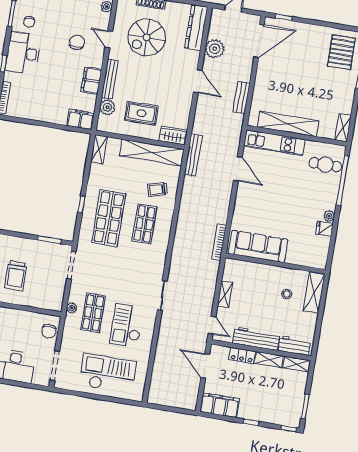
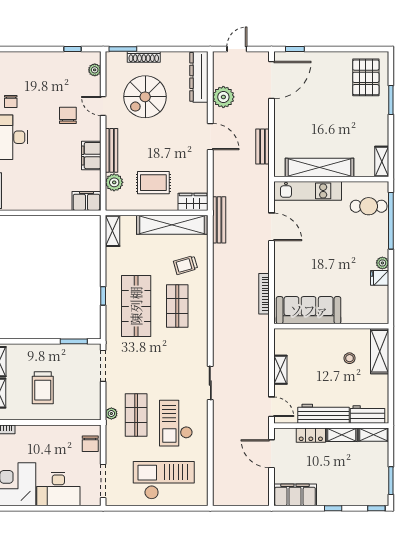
bookcase: (219, 242) -> (264, 294), moved

